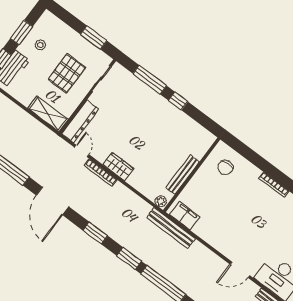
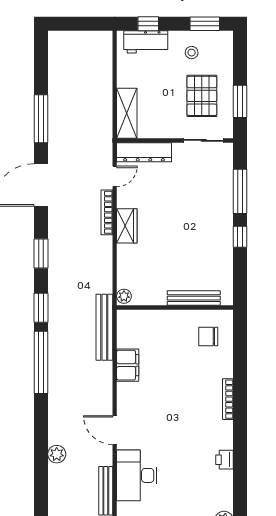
window: (22, 33) -> (205, 24), moved
pallet: (67, 73) -> (202, 96), moved, turned 90
bench: (183, 175) -> (194, 298), moved
filing cabinet: (185, 216) -> (128, 365), moved

